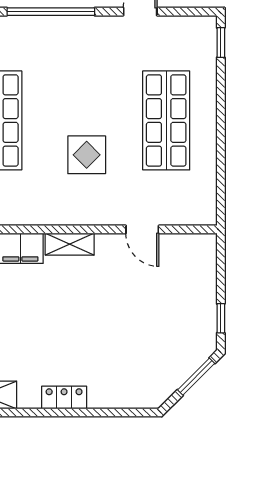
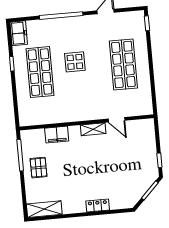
display table: (87, 155) -> (75, 62), moved
shelving: (70, 244) -> (93, 129), moved
locker: (64, 397) -> (98, 206), moved

